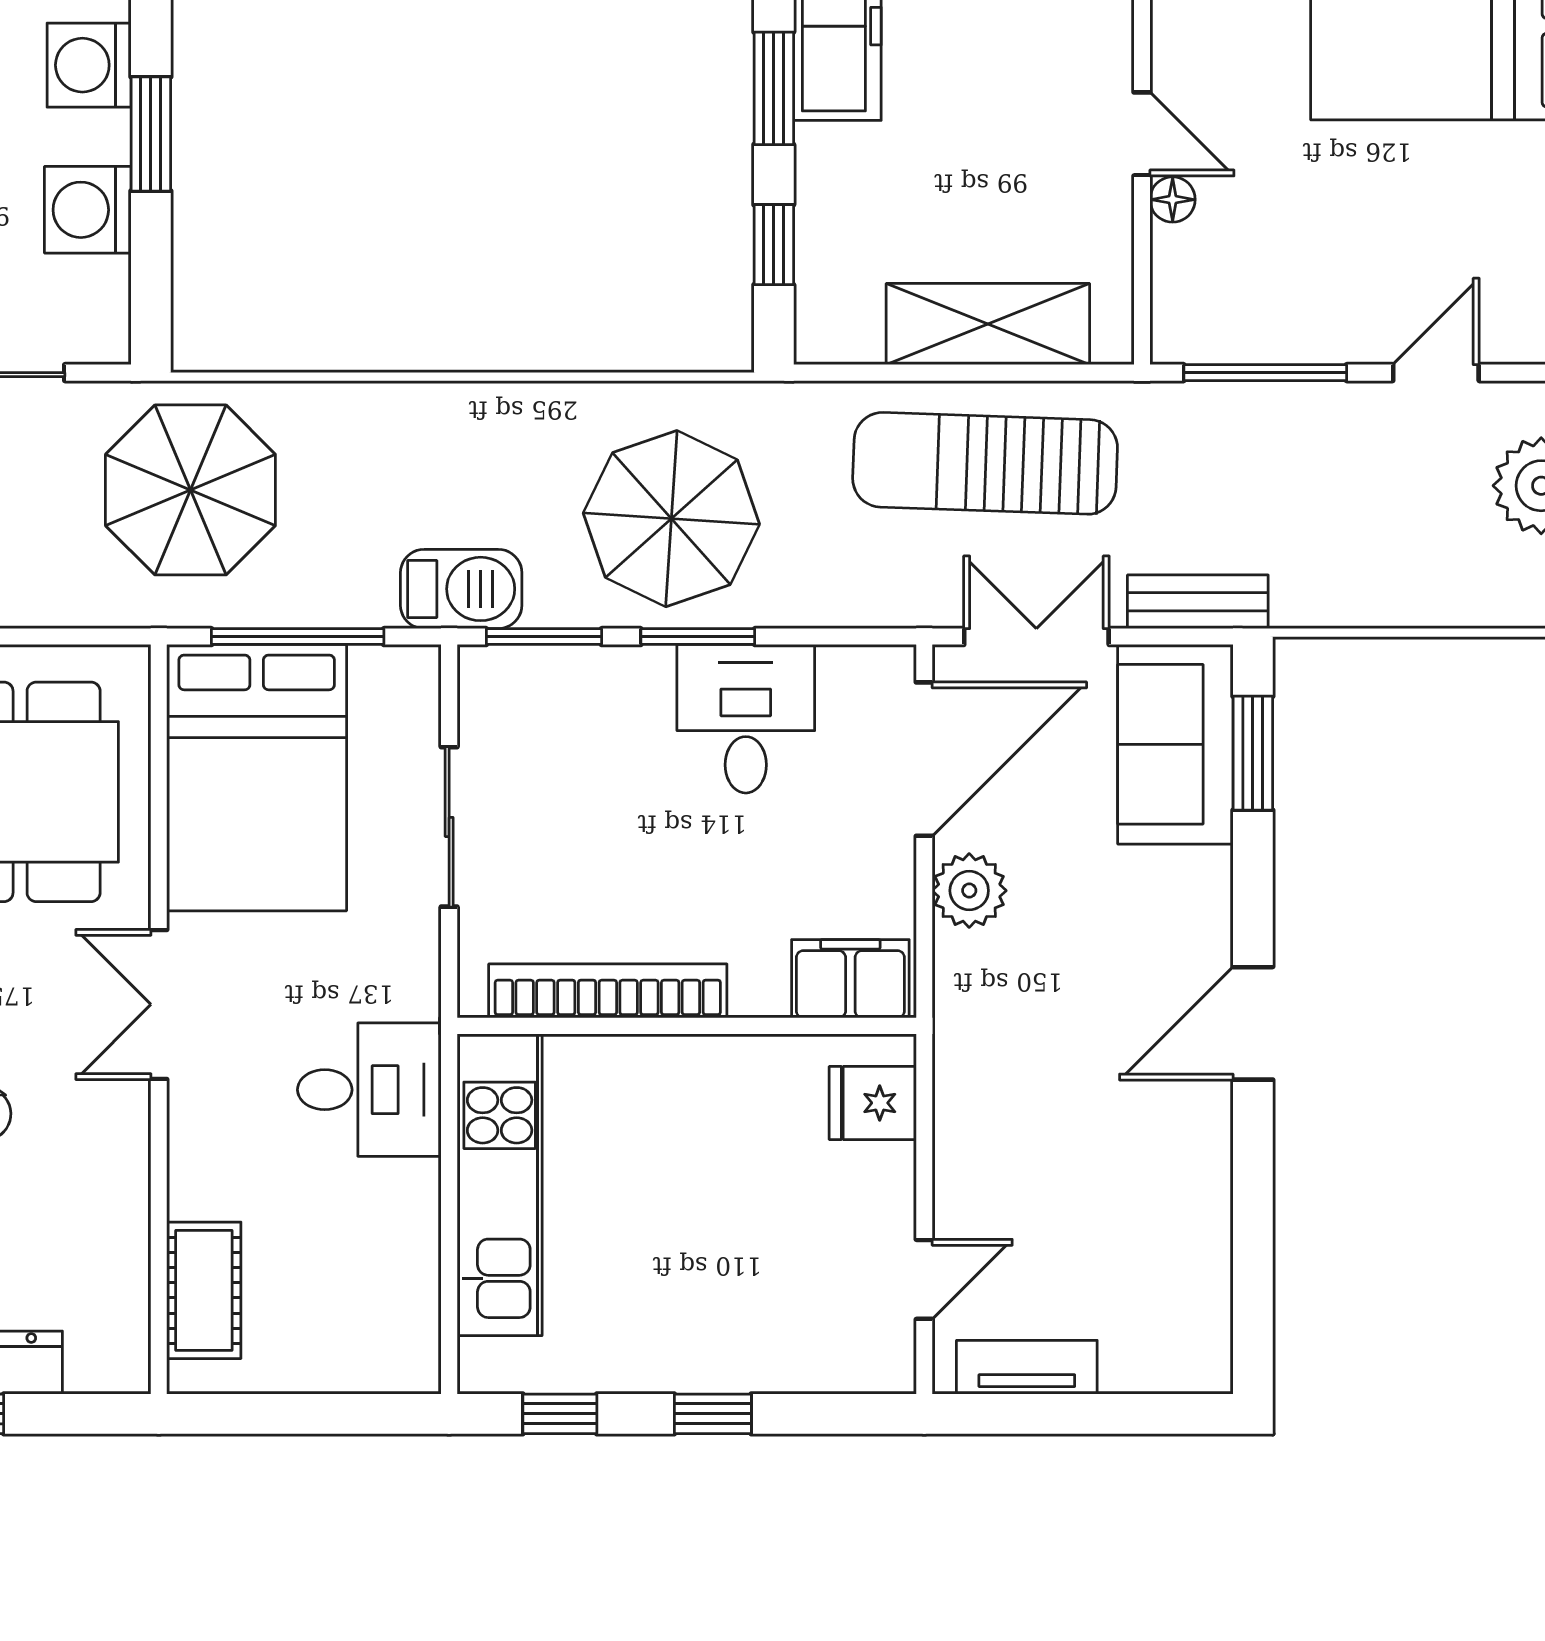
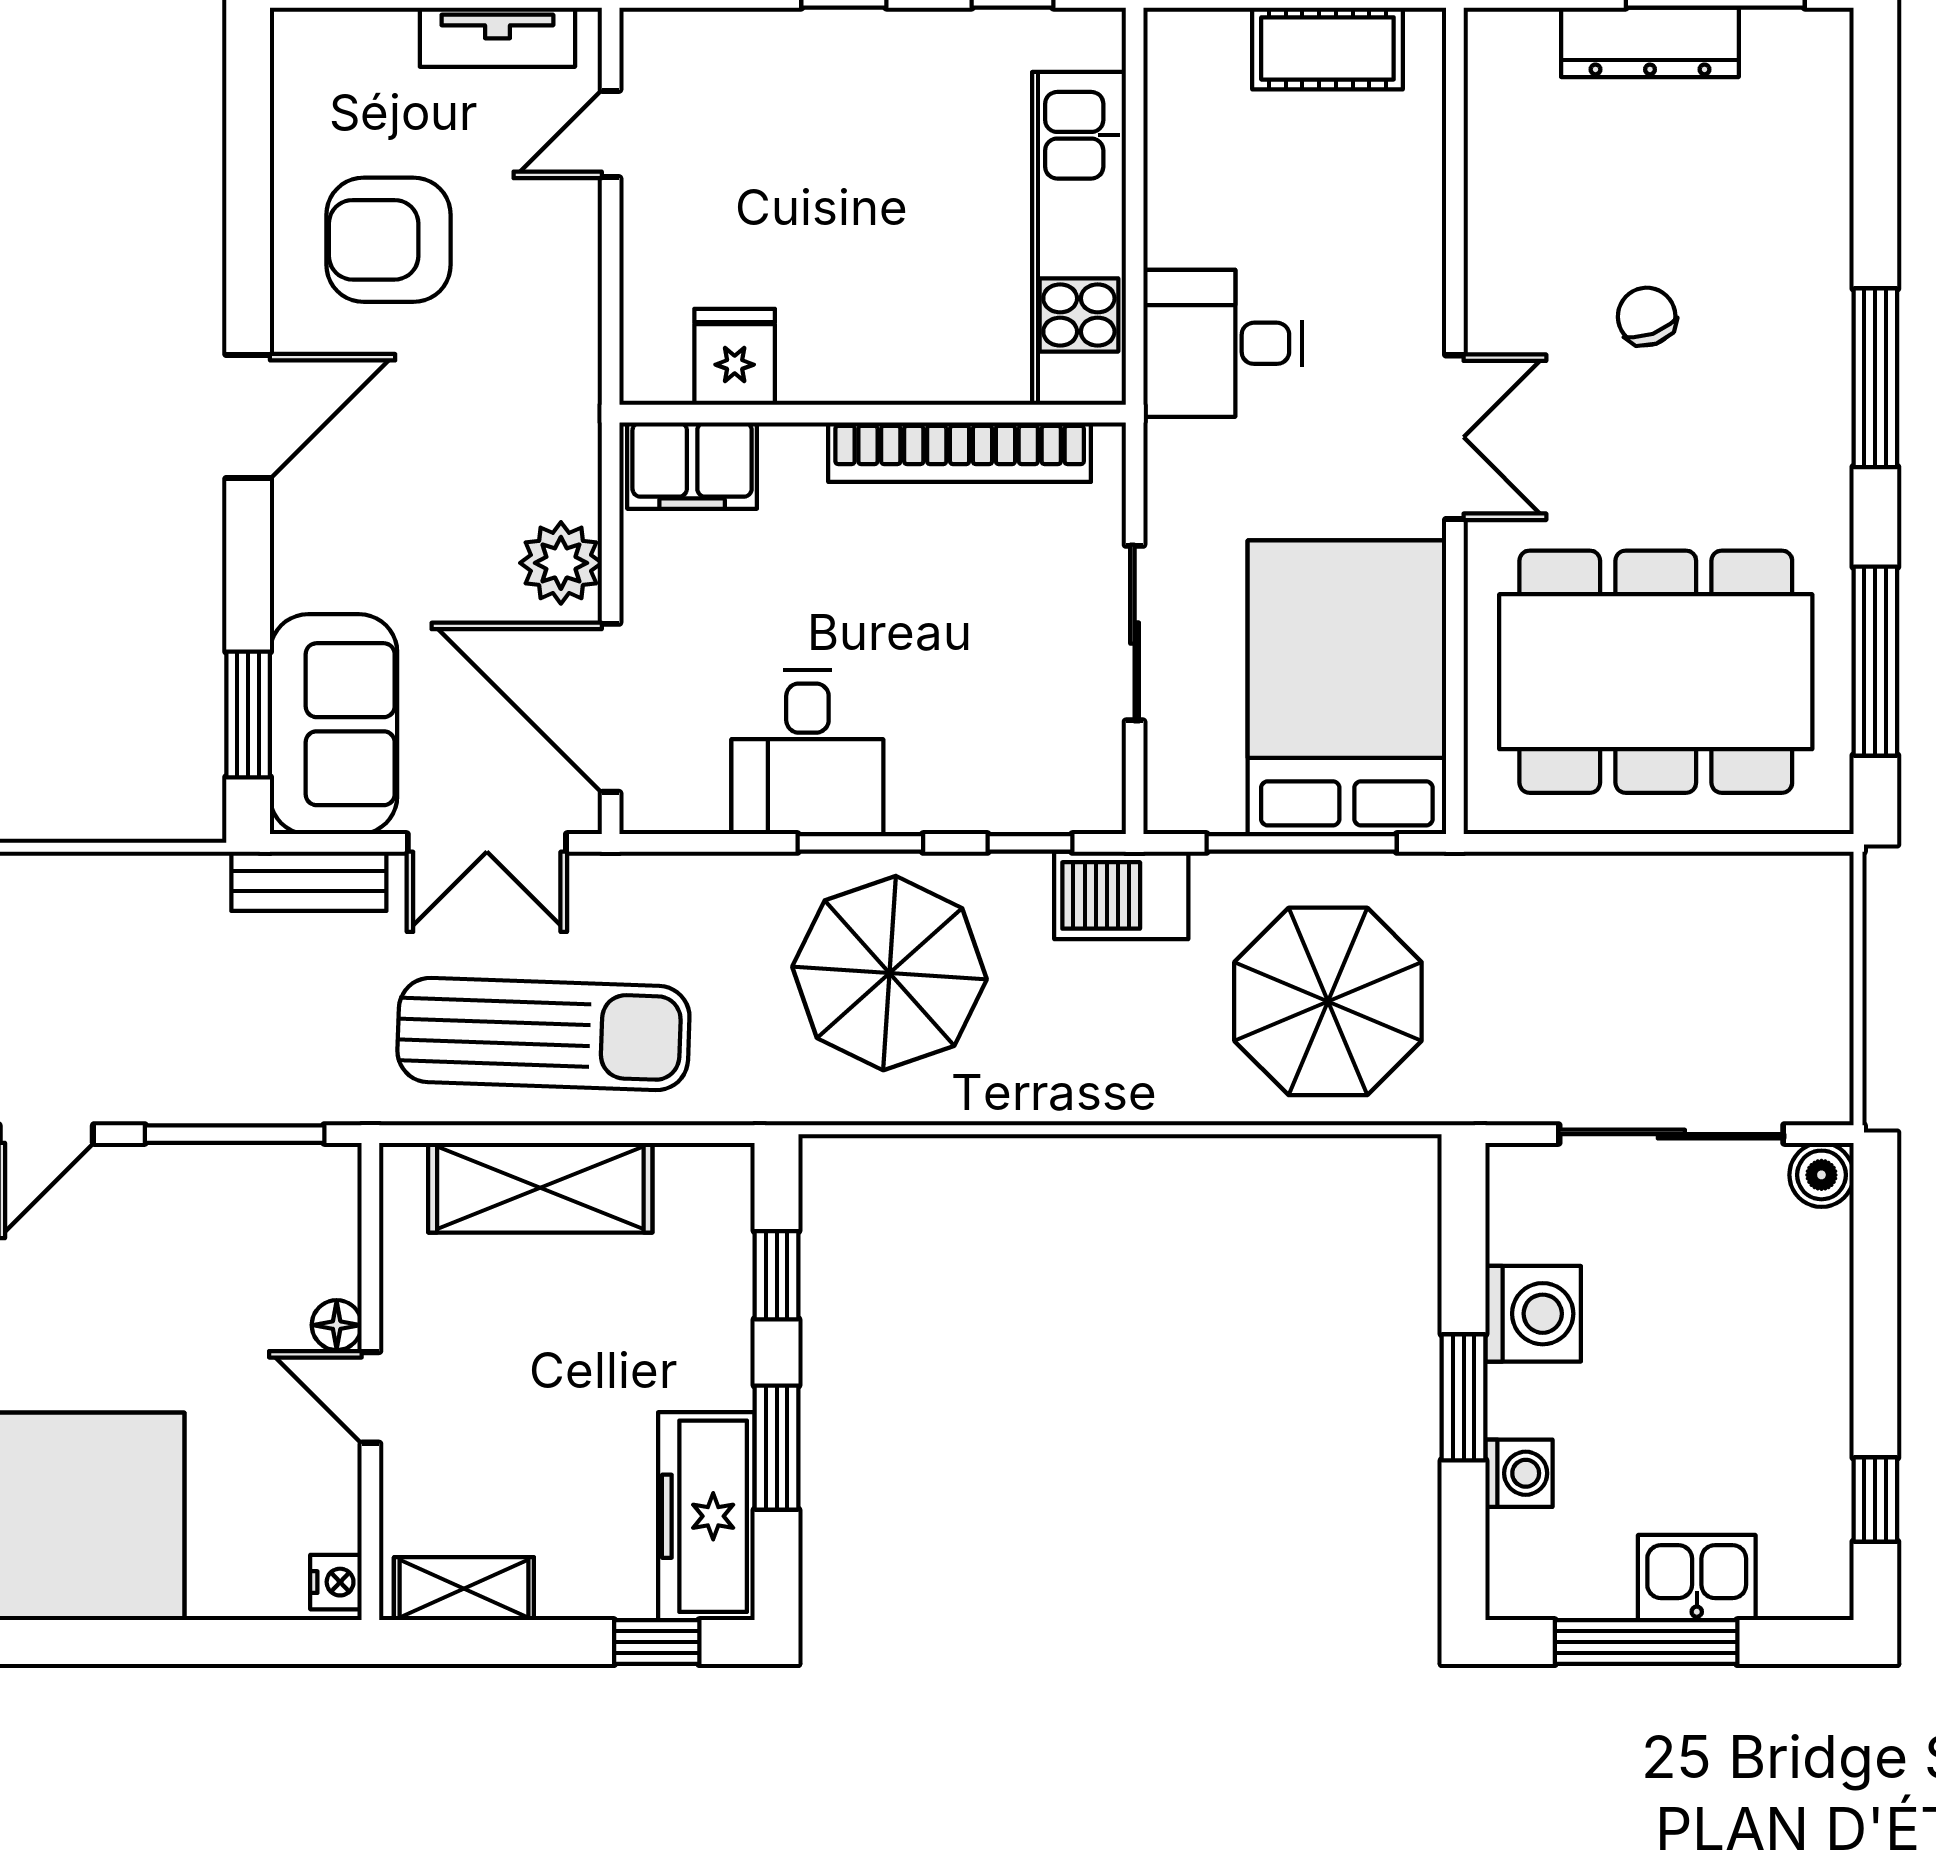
washing machine: (89, 65) -> (1519, 1473), width x0.73, depth x0.73
parasol: (190, 490) -> (1328, 1001), moved
window: (544, 637) -> (1030, 843), width x0.67
door: (924, 759) -> (611, 708), hinge flipped
fridge: (873, 1103) -> (735, 357), moved, turned -90
armchair: (1126, 1183) -> (389, 240), added
cot: (204, 1290) -> (1327, 48), moved, turned 90

